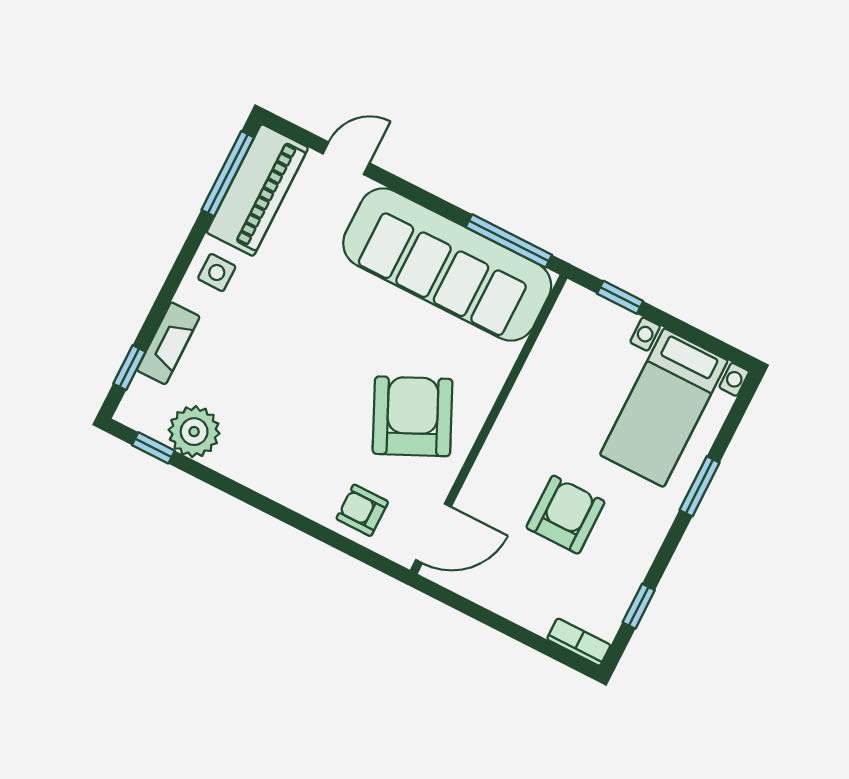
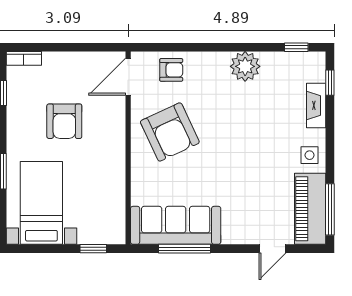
window: (509, 241) -> (185, 249), moved
sofa: (447, 264) -> (176, 225), width x0.74, depth x0.79
plant: (194, 432) -> (245, 66), moved

